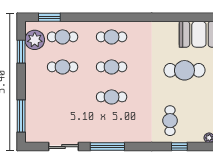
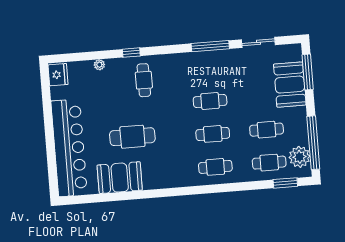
window: (21, 52) -> (313, 143), width x2.11
booth: (38, 106) -> (290, 85), added

